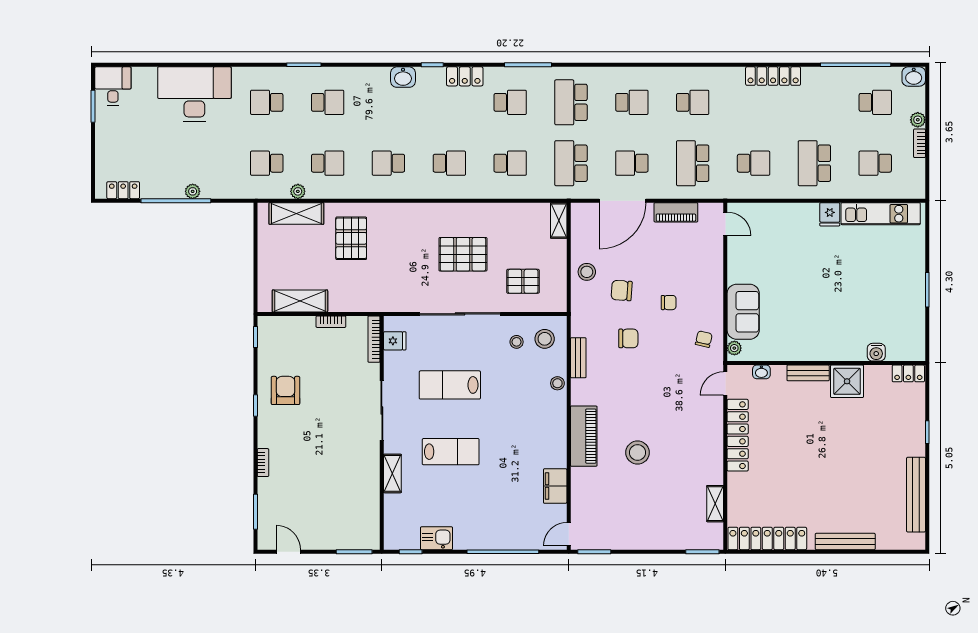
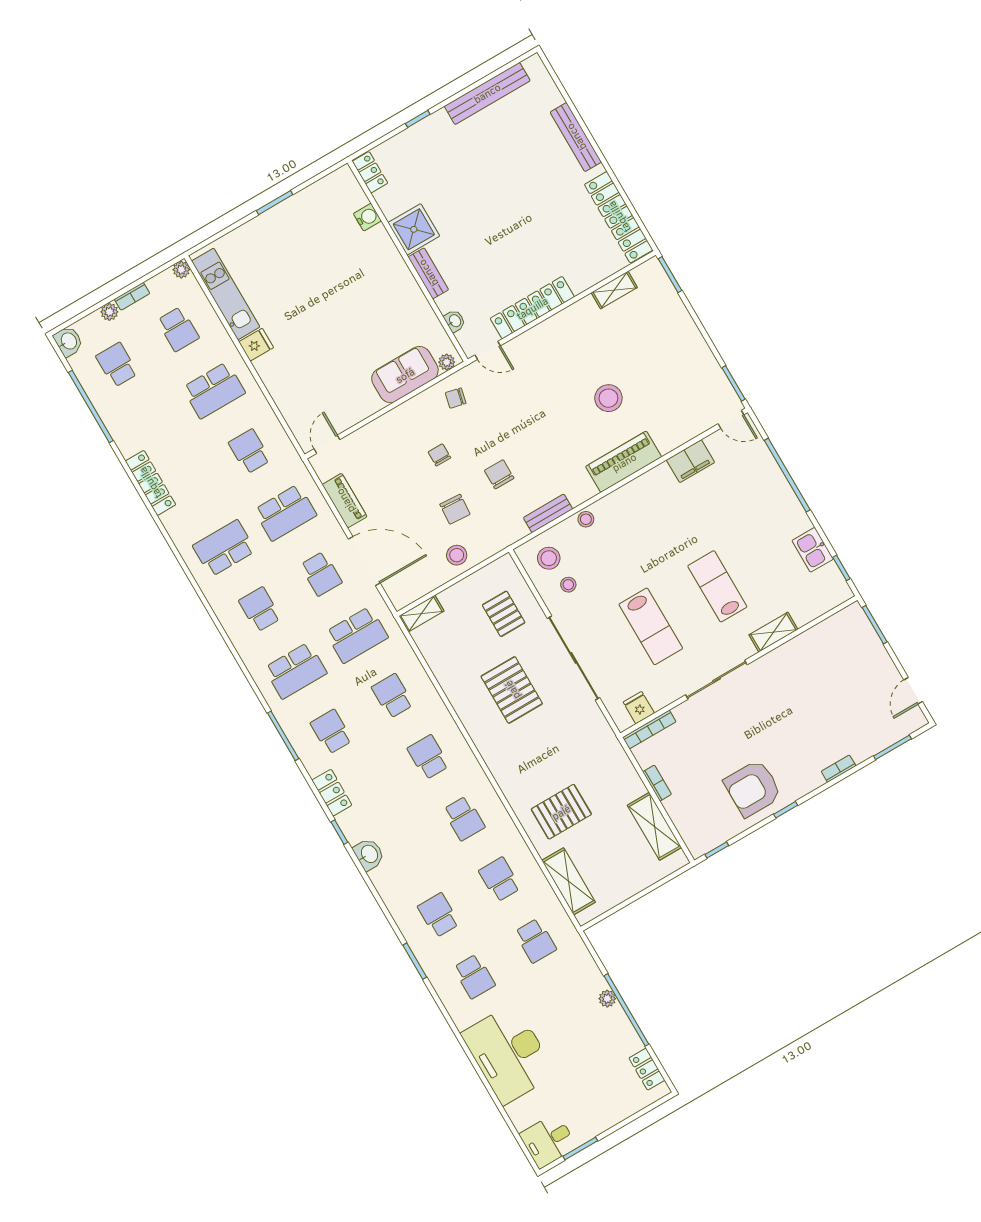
school desk: (693, 102) -> (224, 548), width x1.85
plant: (298, 191) -> (181, 270), moved
armchair: (286, 390) -> (753, 788), width x1.36, depth x1.36

